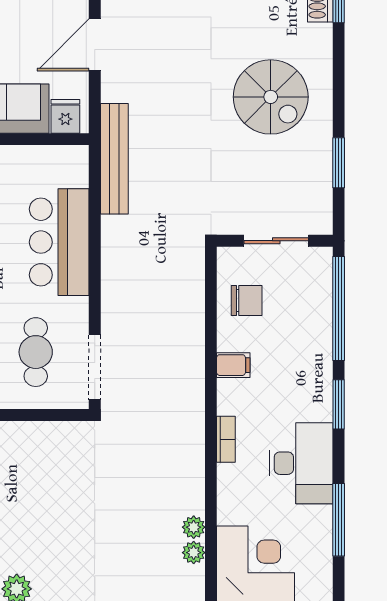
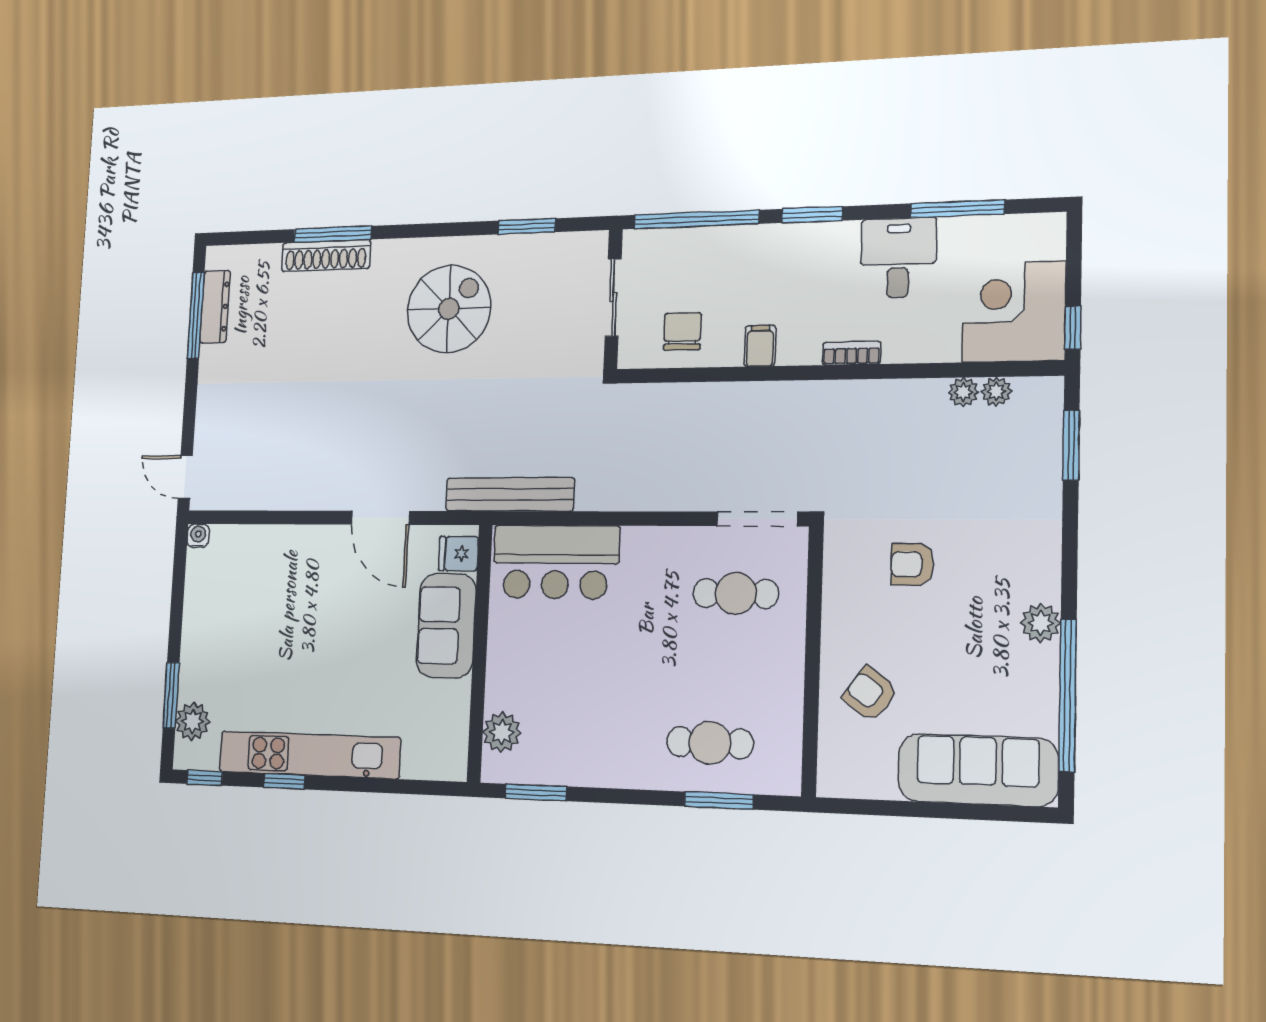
bar counter: (59, 242) -> (556, 562), moved
desk: (301, 463) -> (898, 258), width x0.73
armchair: (60, 491) -> (912, 564), added

